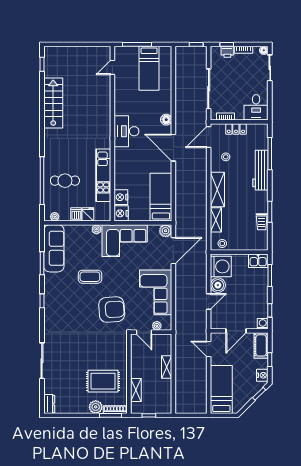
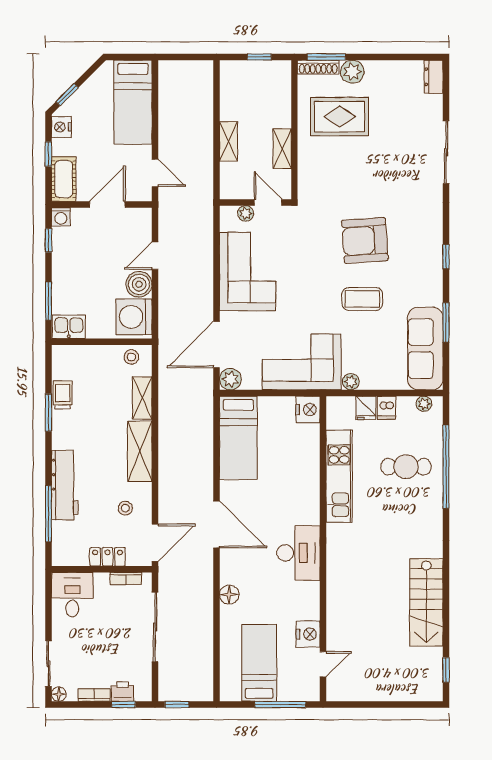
floor lamp: (166, 120) -> (229, 595), moved
nightstand: (121, 197) -> (308, 634), moved
armchair: (112, 310) -> (365, 240), moved
shelving: (136, 390) -> (282, 149), moved

